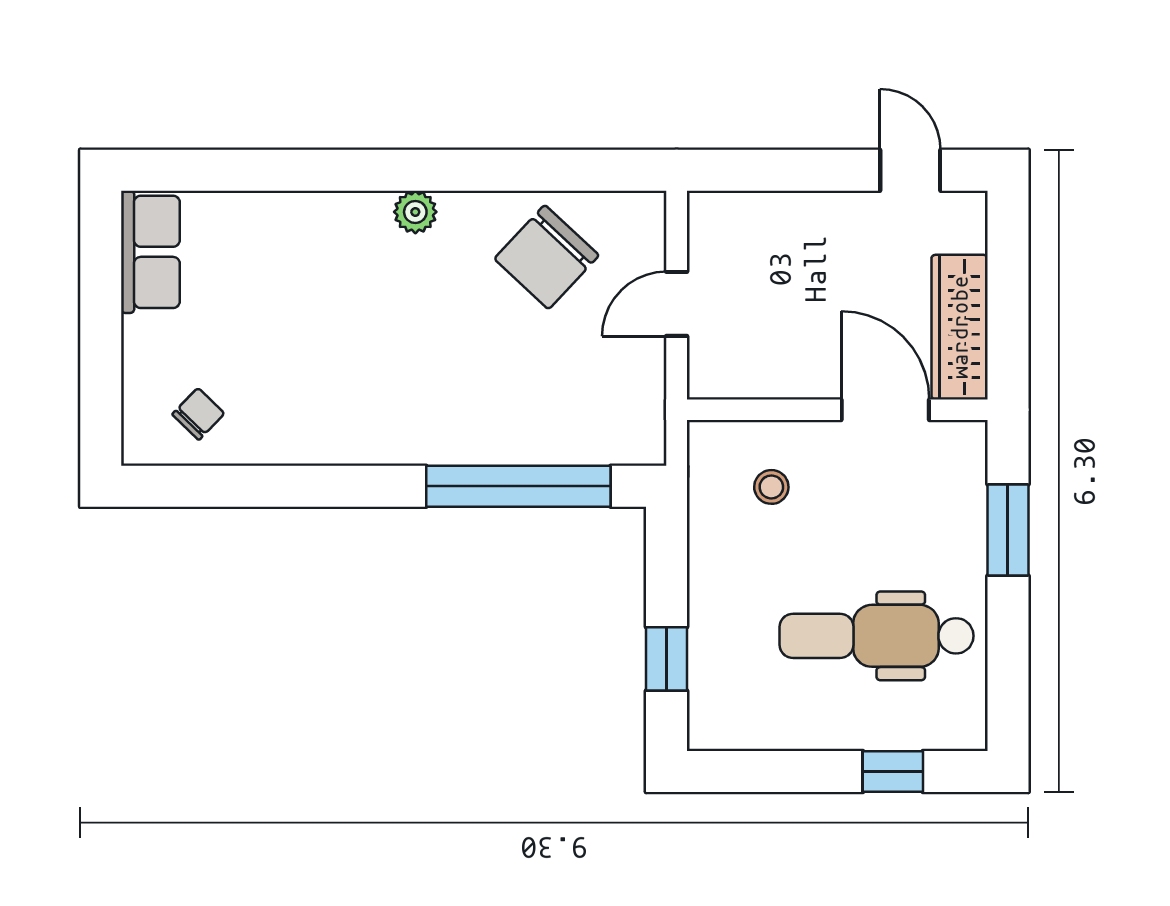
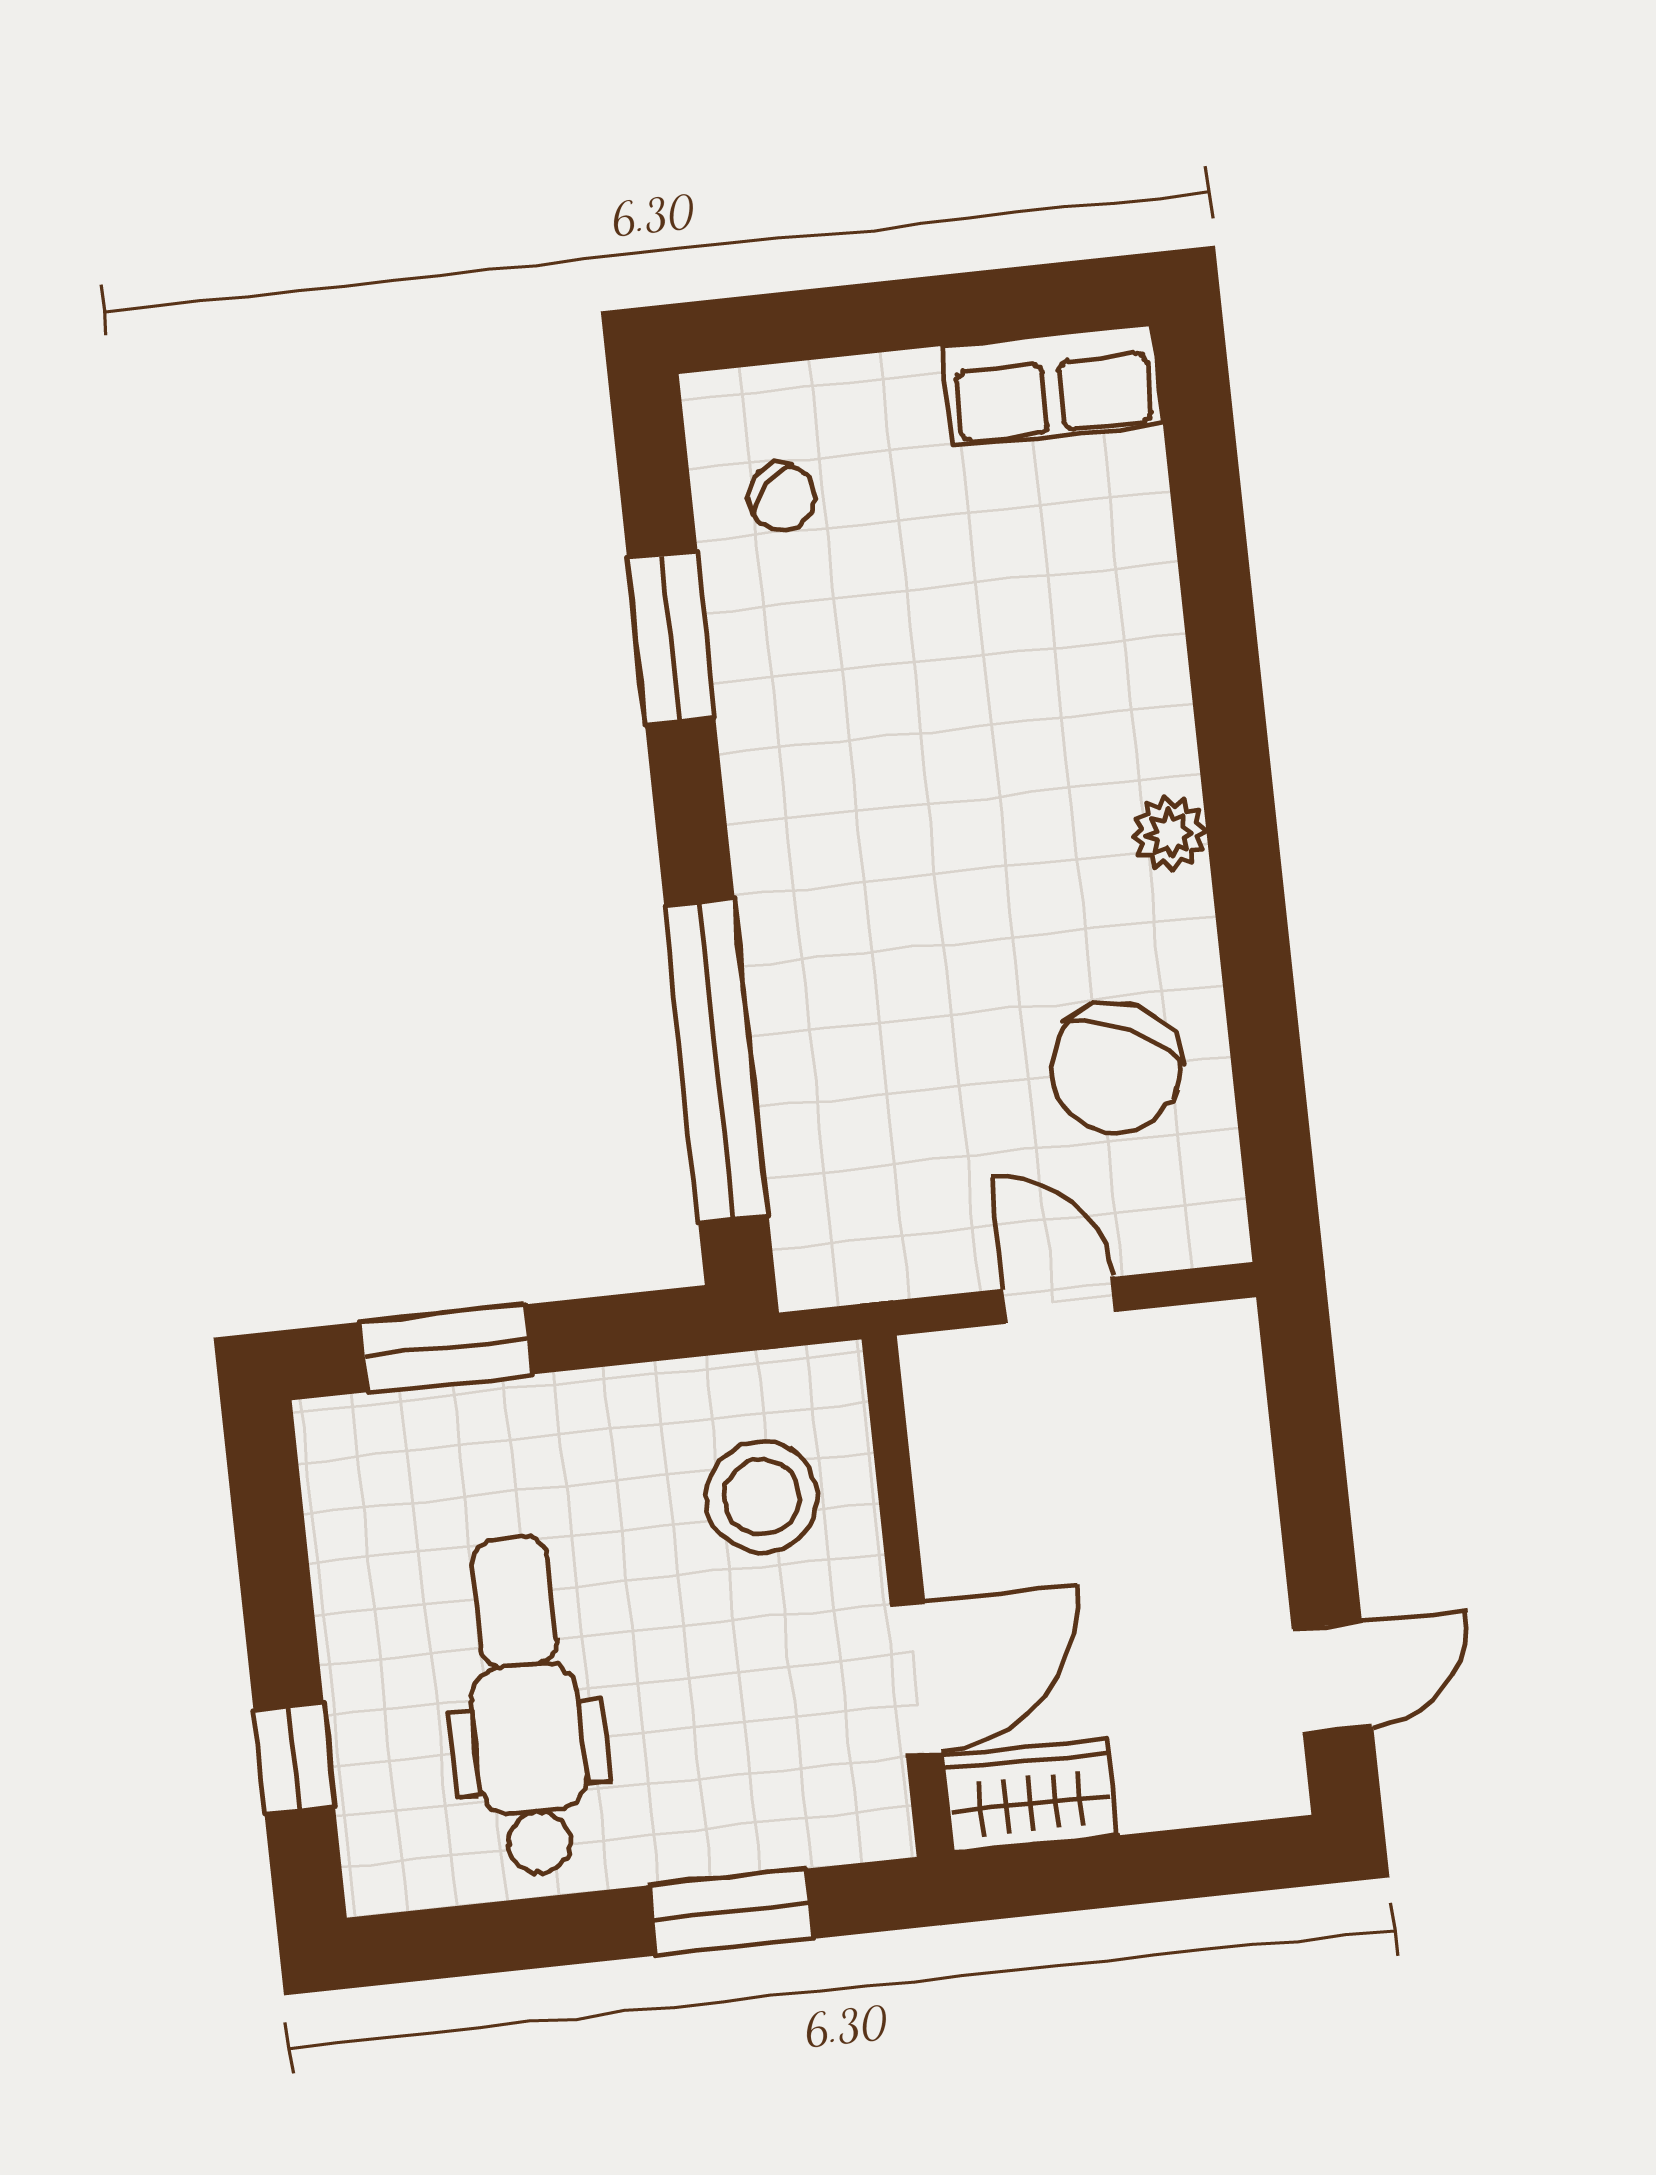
chair: (547, 257) -> (1116, 1068), turned -108
wardrobe: (960, 327) -> (1030, 1796), width x0.67
window: (272, 486) -> (671, 637), added
stool: (771, 487) -> (762, 1497), width x1.89, depth x1.89
window: (666, 659) -> (447, 1348), width x1.50

